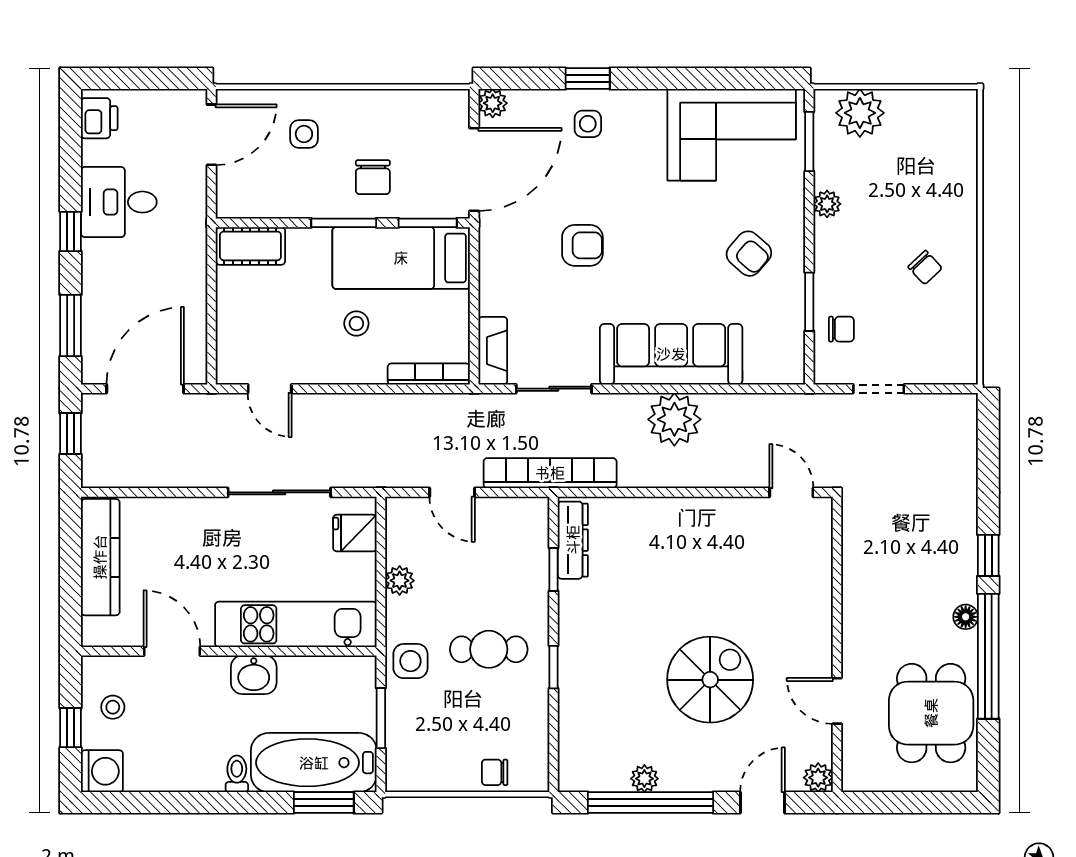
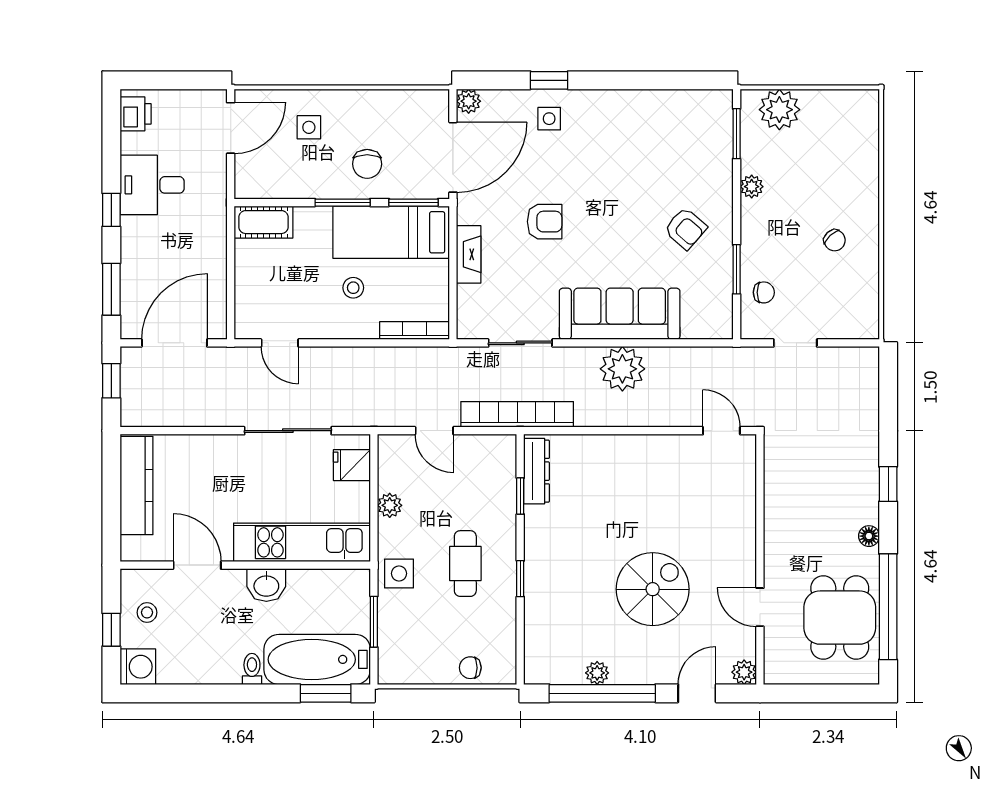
corner sofa: (732, 135) -> (671, 128), removed
fireplace: (493, 351) -> (469, 254), moved
cafe table: (489, 649) -> (465, 564), turned 90
window: (988, 656) -> (888, 607), moved

